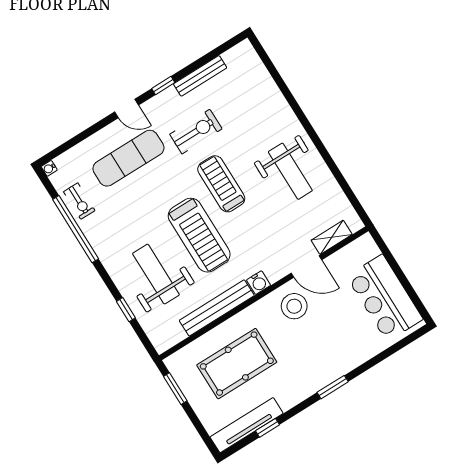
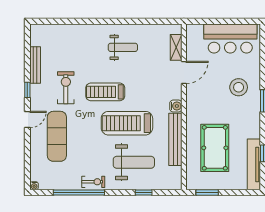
weight bench: (290, 171) -> (123, 47), width x0.73, depth x0.75
exercise bike: (79, 201) -> (93, 182), moved
treadmill: (199, 235) -> (127, 123), turned 180
weight bench: (156, 274) -> (134, 162), turned 180
stool: (294, 306) -> (239, 87), moved

